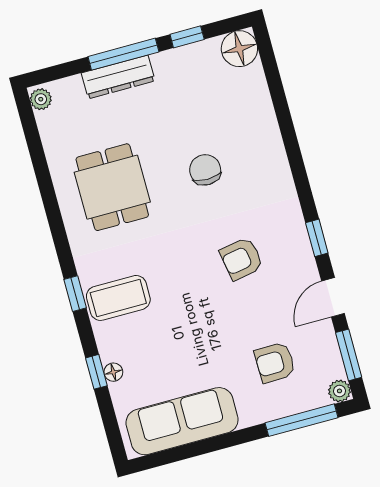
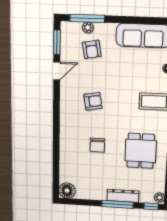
window: (187, 37) -> (151, 206), moved
window: (317, 238) -> (57, 100), removed
armchair: (275, 363) -> (92, 49), turned 81
plant: (339, 391) -> (88, 27), moved

